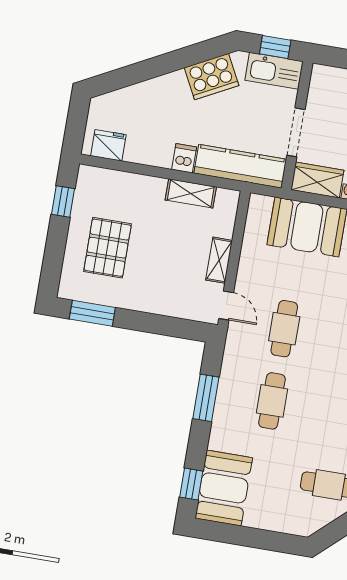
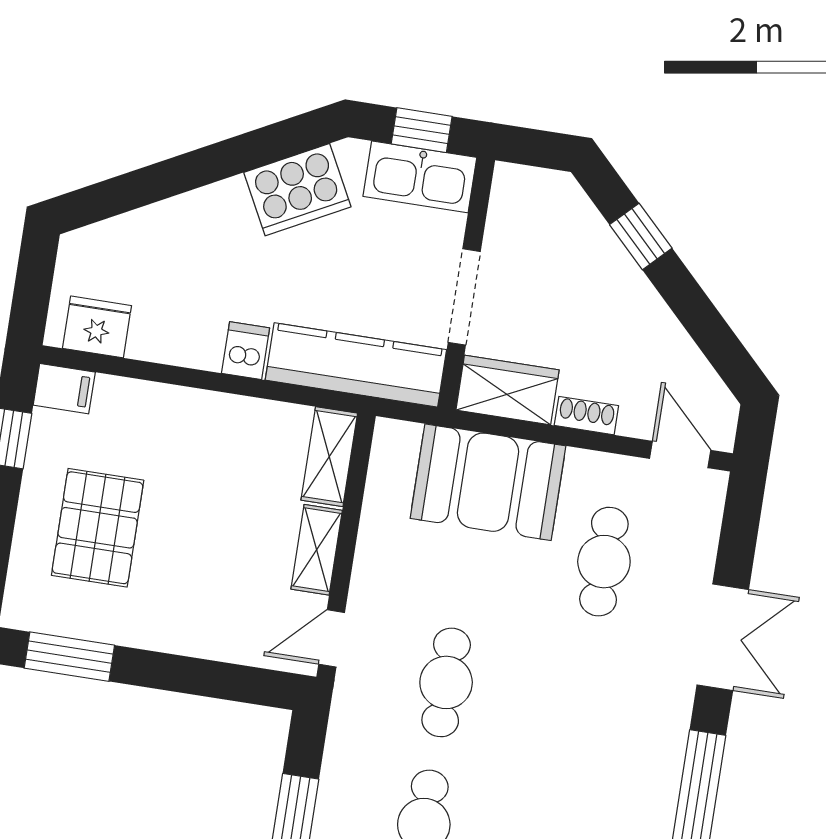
filing cabinet: (91, 177) -> (64, 389), added
shelving: (191, 193) -> (329, 457), moved, turned 90
door: (226, 306) -> (332, 638), swing flipped

